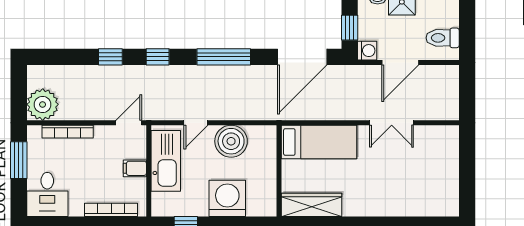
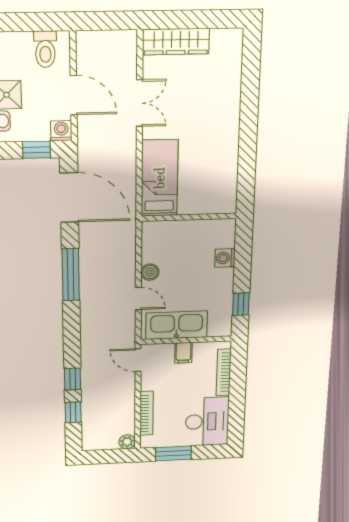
window: (158, 57) -> (73, 412), moved
plant: (43, 104) -> (127, 442), width x0.53, depth x0.53
boiler: (231, 141) -> (150, 272), width x0.54, depth x0.54
desk: (47, 194) -> (207, 421), width x1.37
washing machine: (227, 198) -> (225, 258), width x0.53, depth x0.53
wardrobe: (312, 205) -> (176, 42), moved, turned -90

